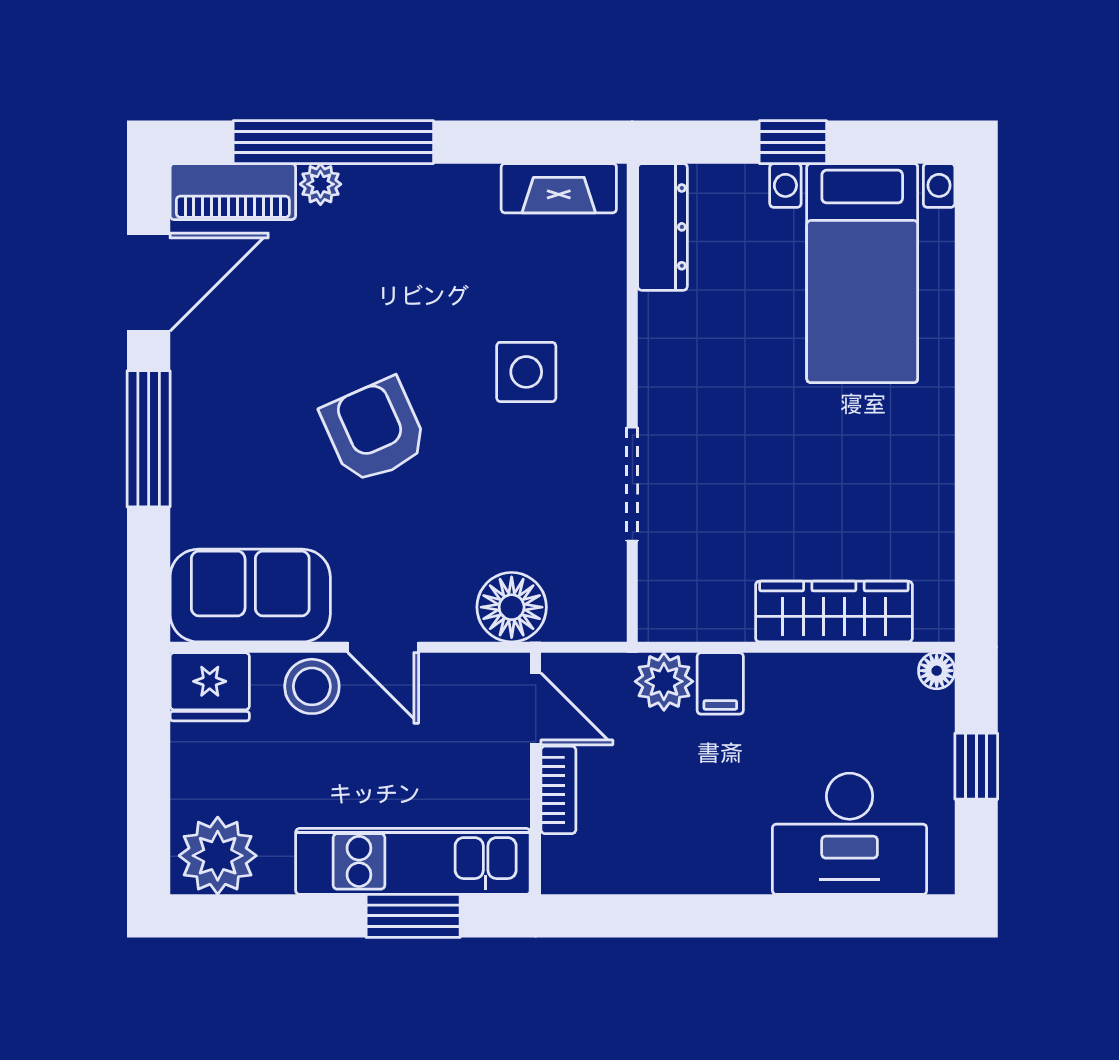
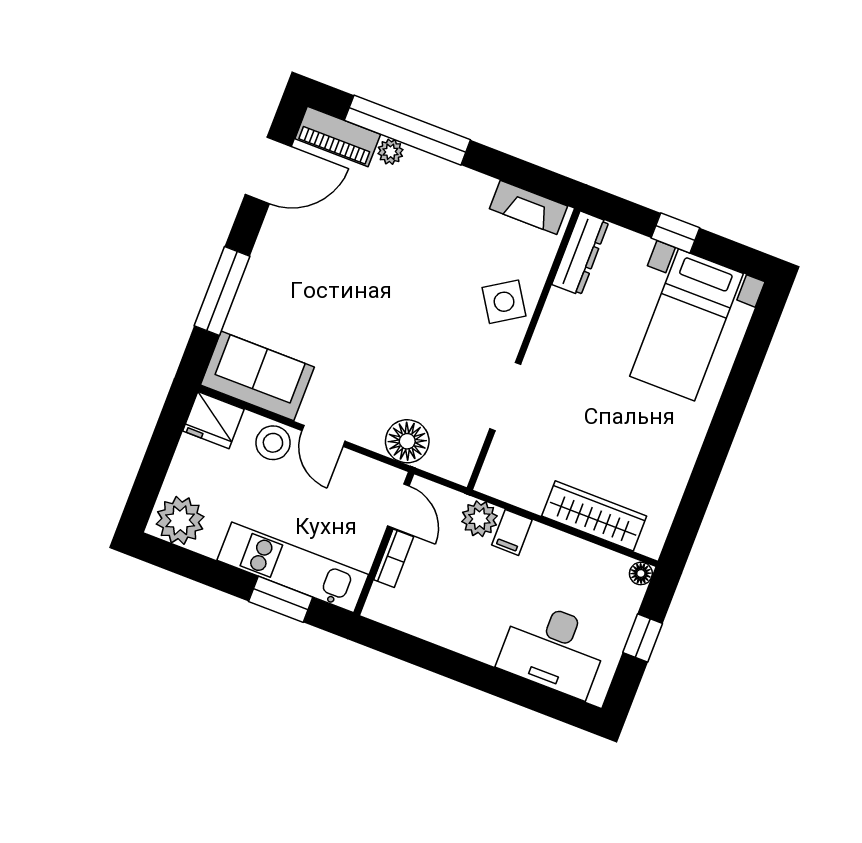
side table: (526, 372) -> (504, 302), moved, turned -33
armchair: (374, 431) -> (367, 308), removed
window: (149, 439) -> (222, 291), moved

